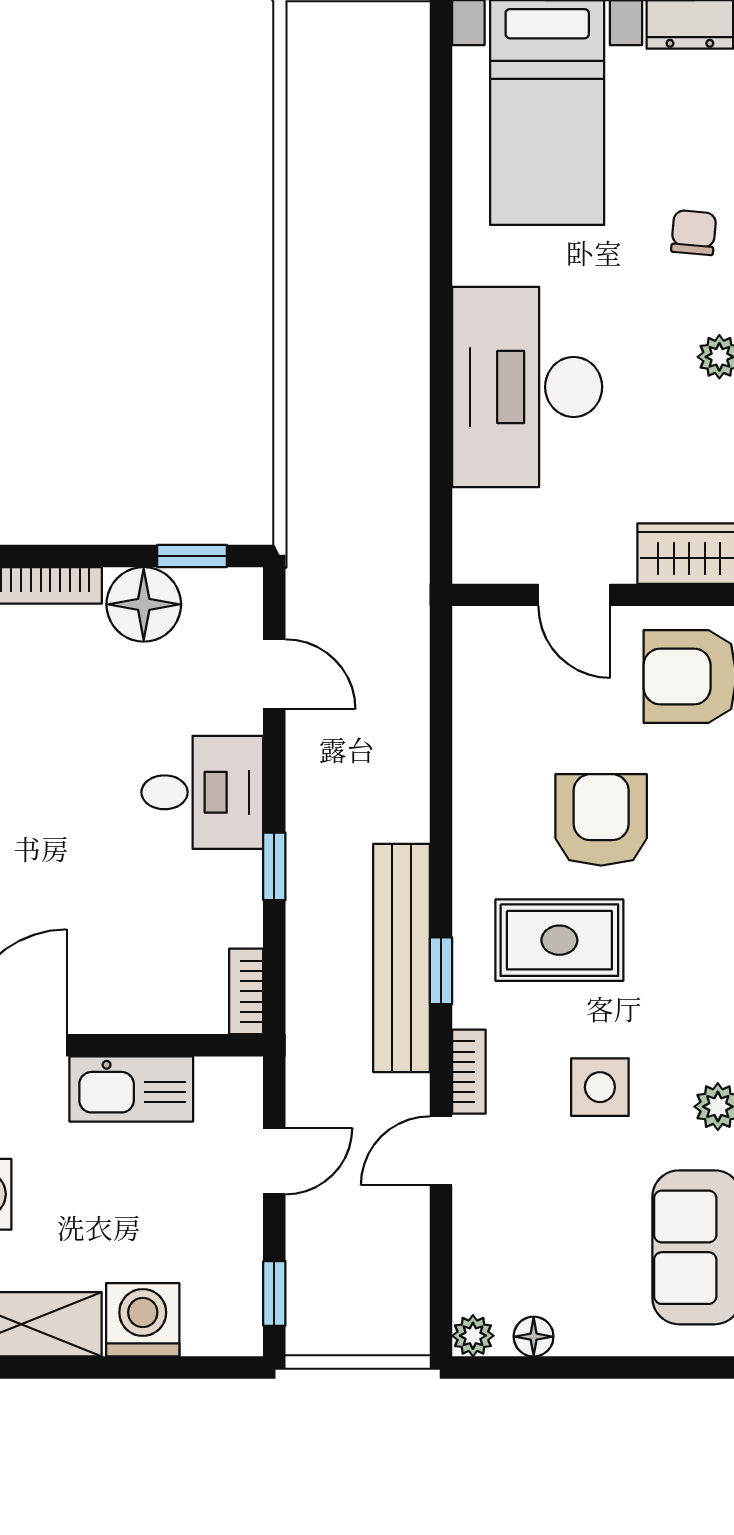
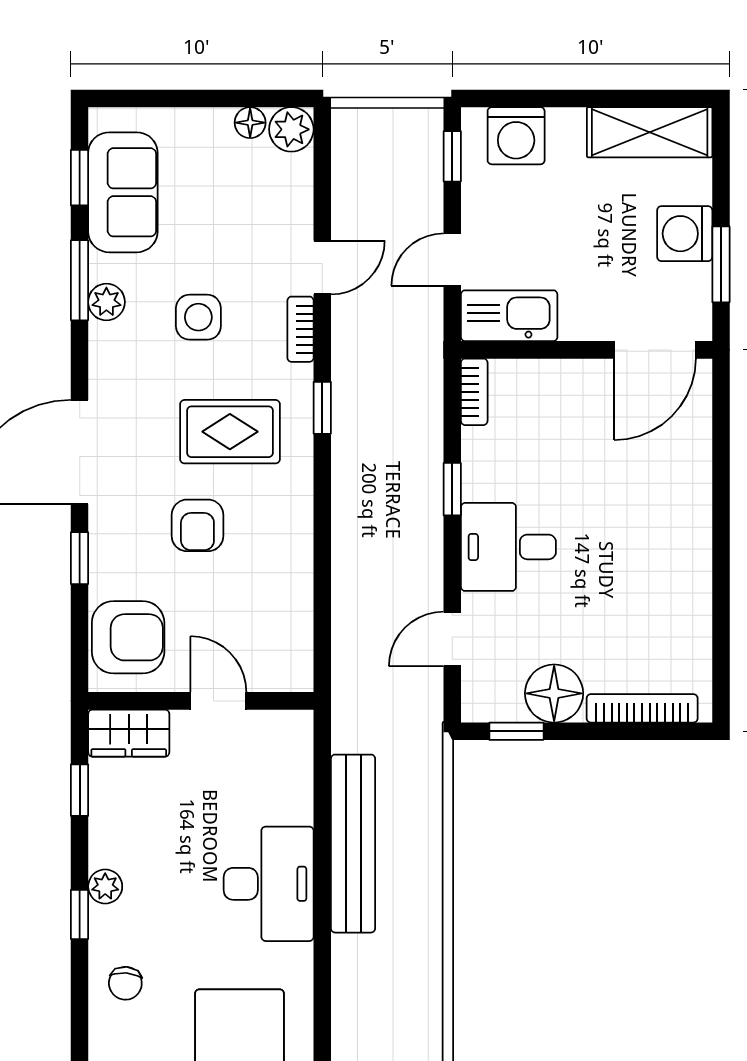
desk: (527, 387) -> (269, 884), width x0.73, depth x0.77
door: (274, 674) -> (452, 639), hinge flipped
armchair: (601, 820) -> (197, 525), width x0.72, depth x0.72
bench: (402, 958) -> (353, 844), moved
kitchen sink: (131, 1089) -> (509, 316), moved
washing machine: (143, 1320) -> (516, 136), moved
plant: (473, 1336) -> (291, 129), width x1.38, depth x1.38

